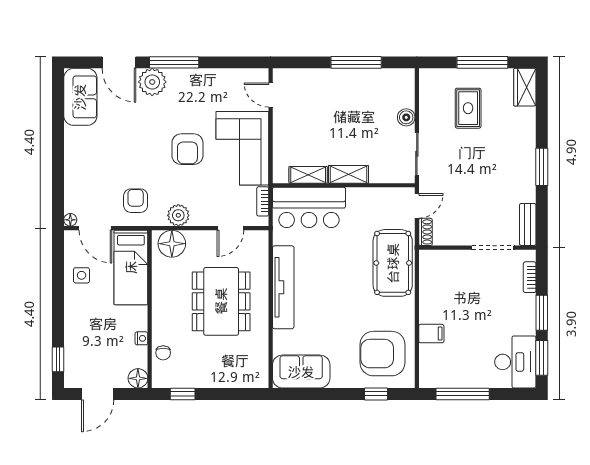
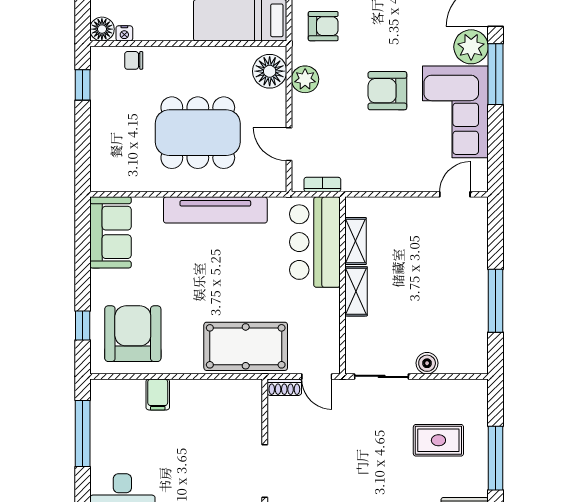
corner sofa: (242, 148) -> (455, 112), moved, turned -90
nightstand: (141, 338) -> (124, 33), moved

